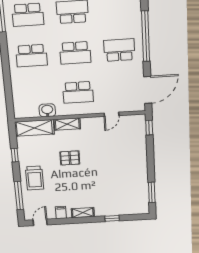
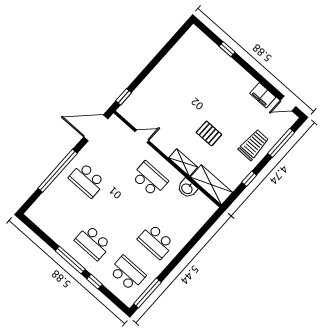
school desk: (75, 53) -> (121, 211), removed
school desk: (31, 56) -> (156, 241), turned 180
window: (152, 192) -> (174, 40), removed
filing cabinet: (61, 213) -> (263, 95), width x2.00
shelving: (83, 213) -> (245, 78), removed

